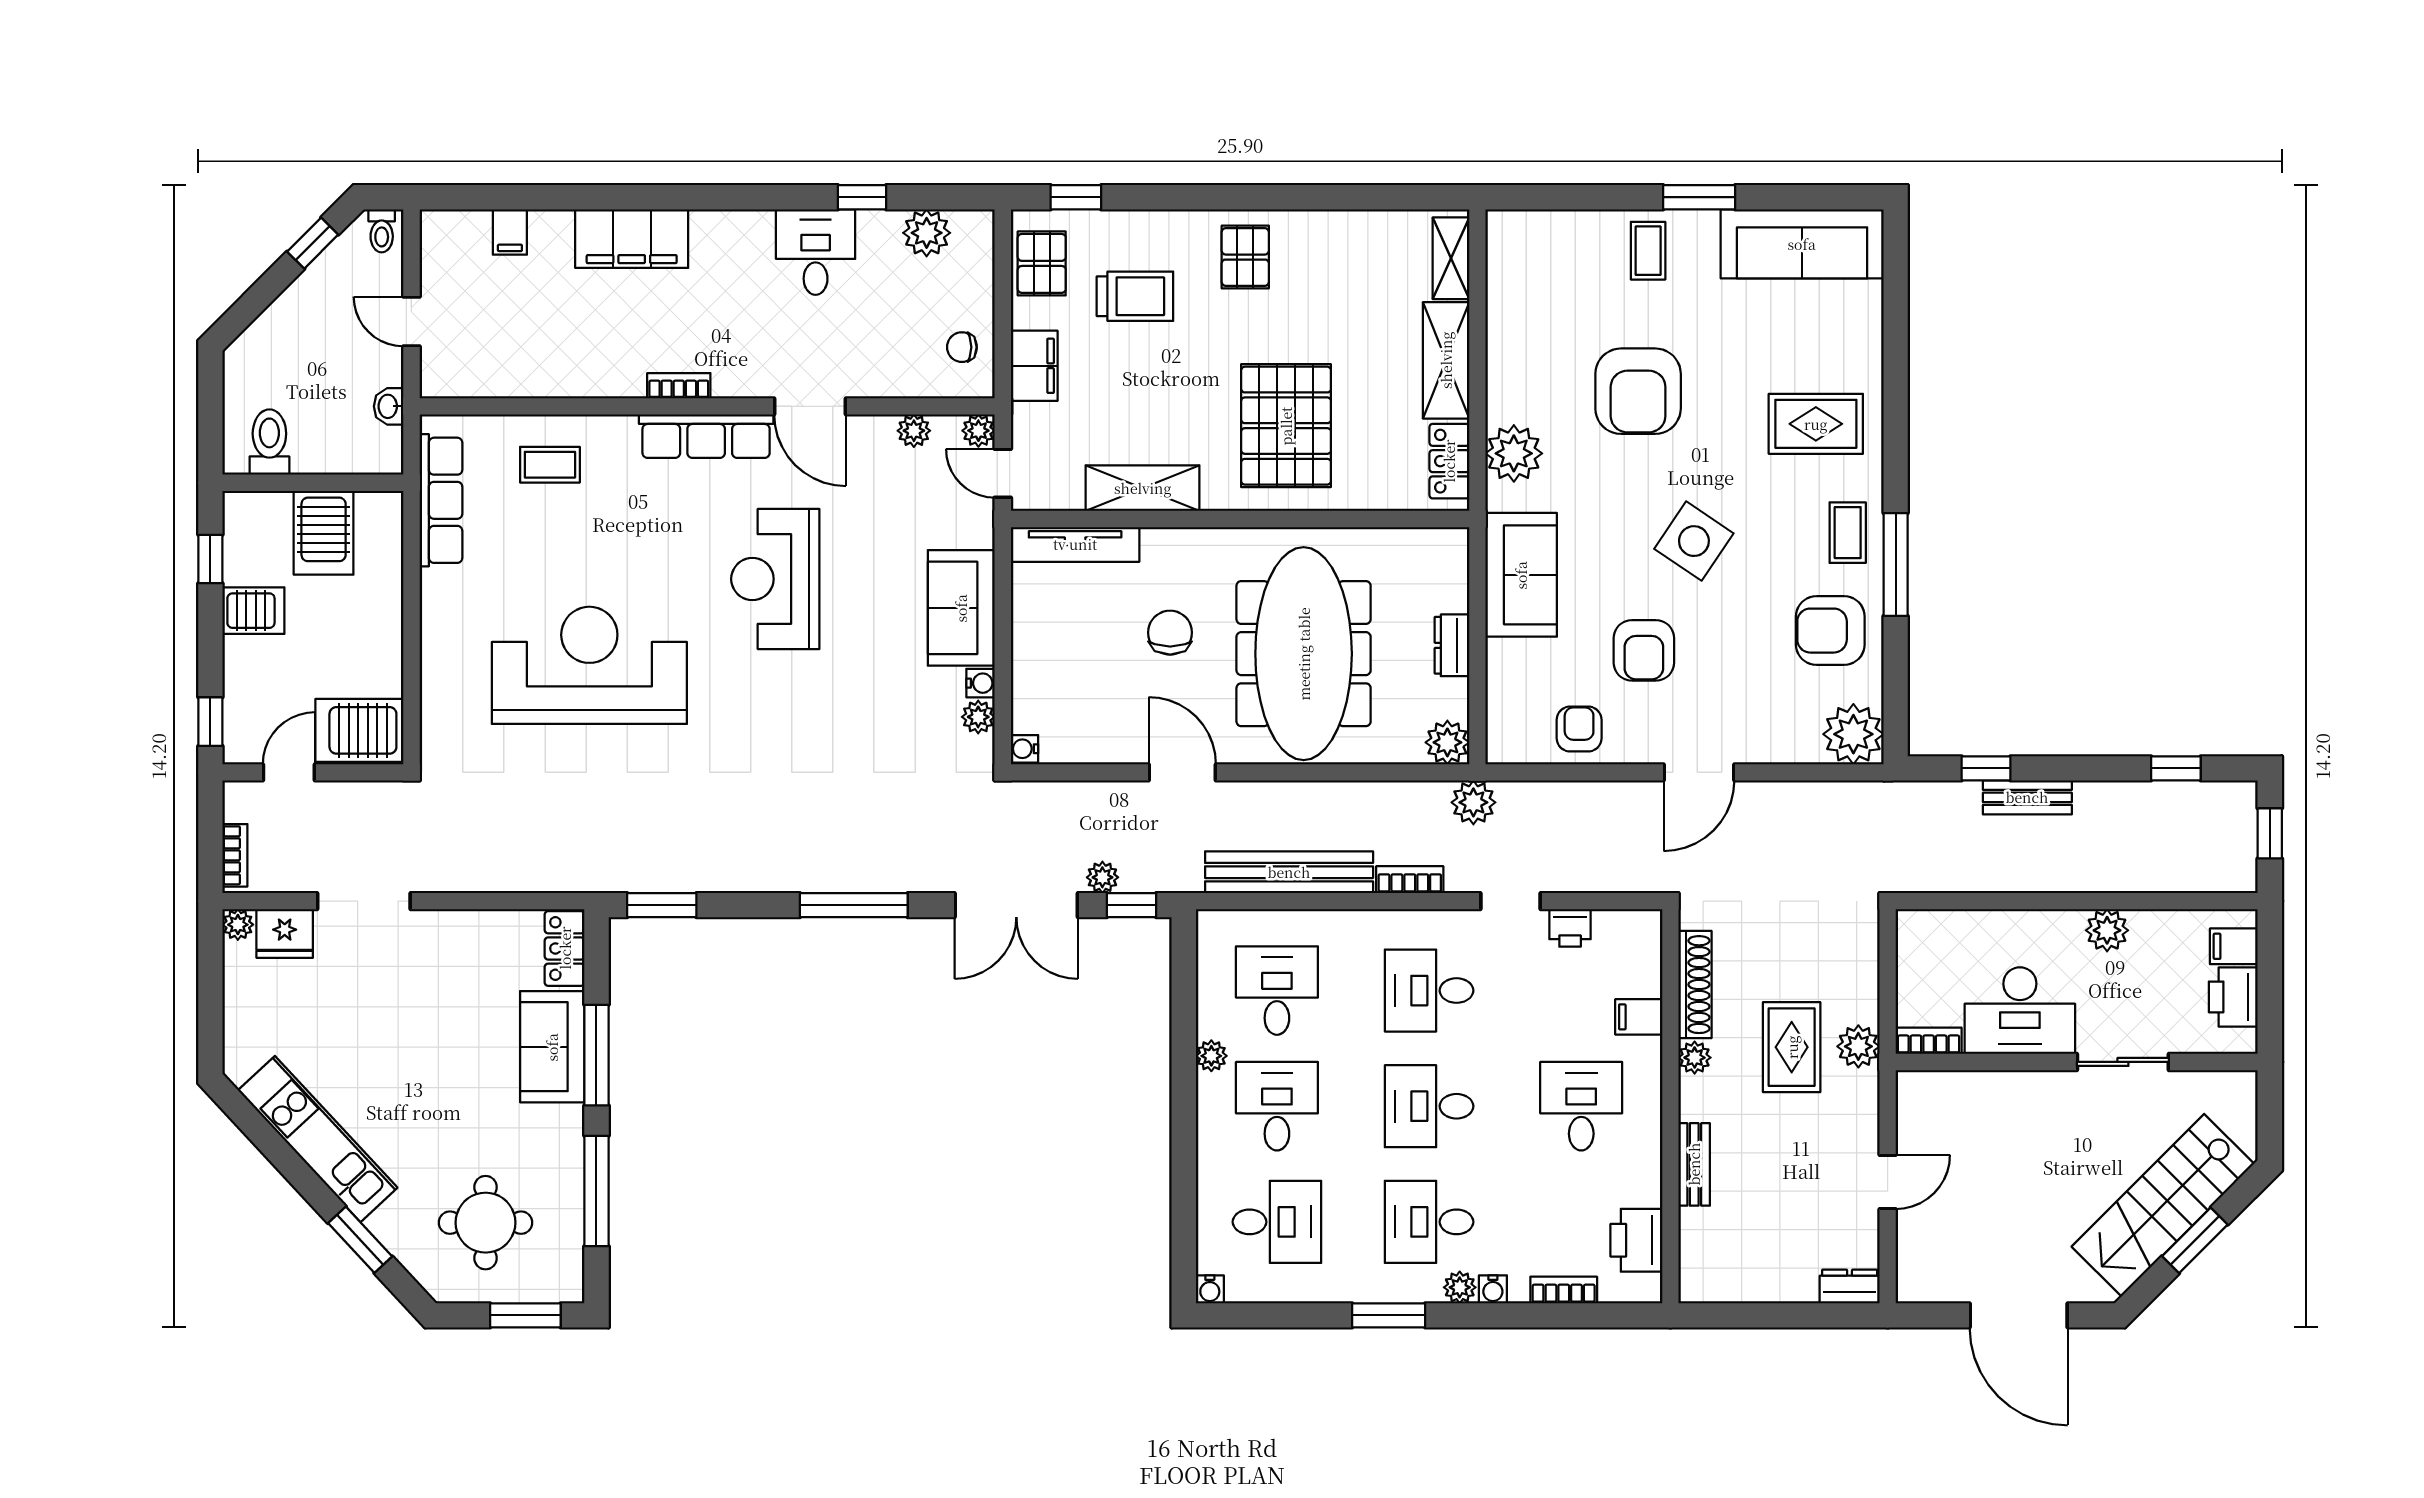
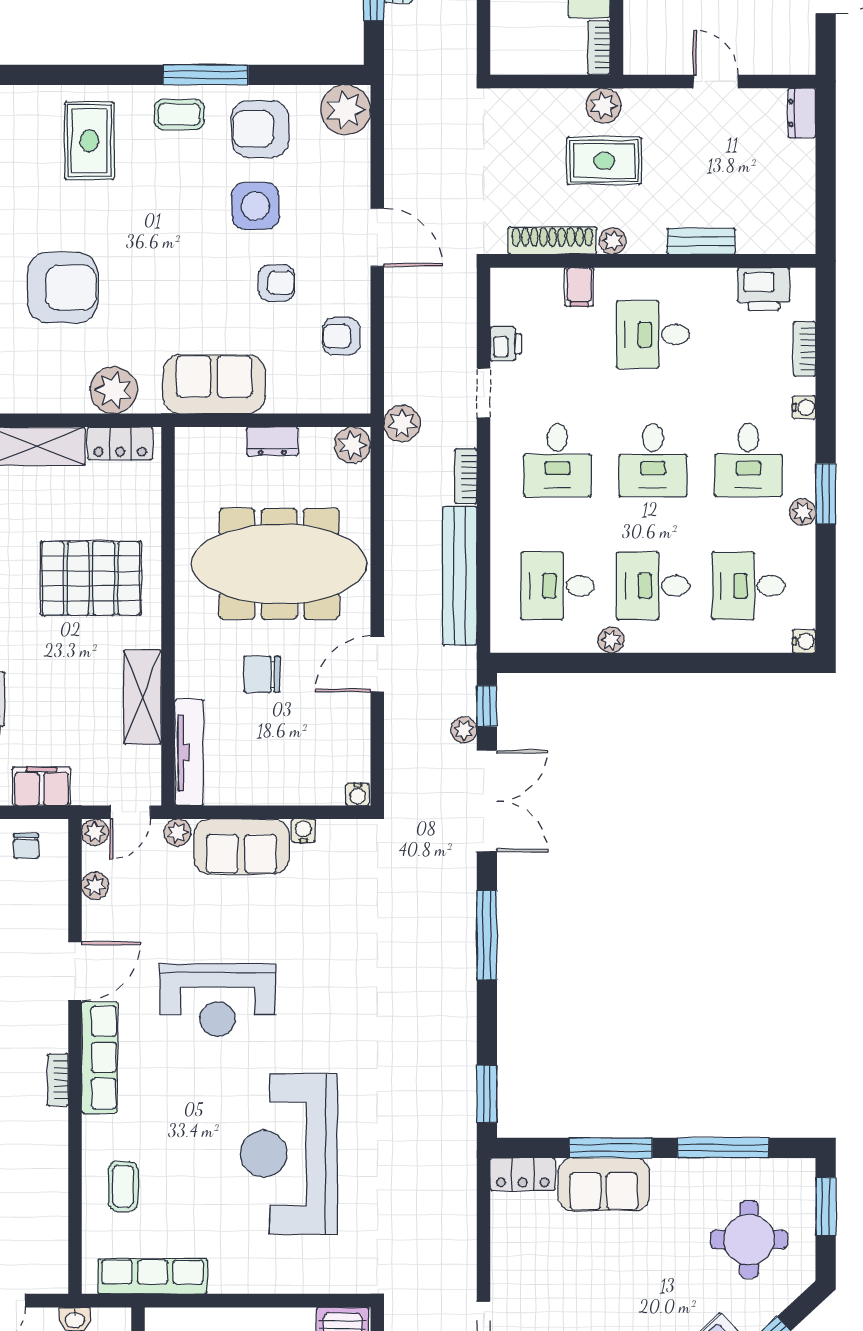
side table: (1694, 541) -> (255, 206), moved, turned -35
armchair: (1830, 631) -> (260, 129), turned 90
armchair: (1644, 650) -> (276, 283), width x0.72, depth x0.72
plant: (978, 717) -> (177, 833), moved
desk: (1277, 1222) -> (748, 586), turned -90
plant: (1460, 1287) -> (803, 512), moved

